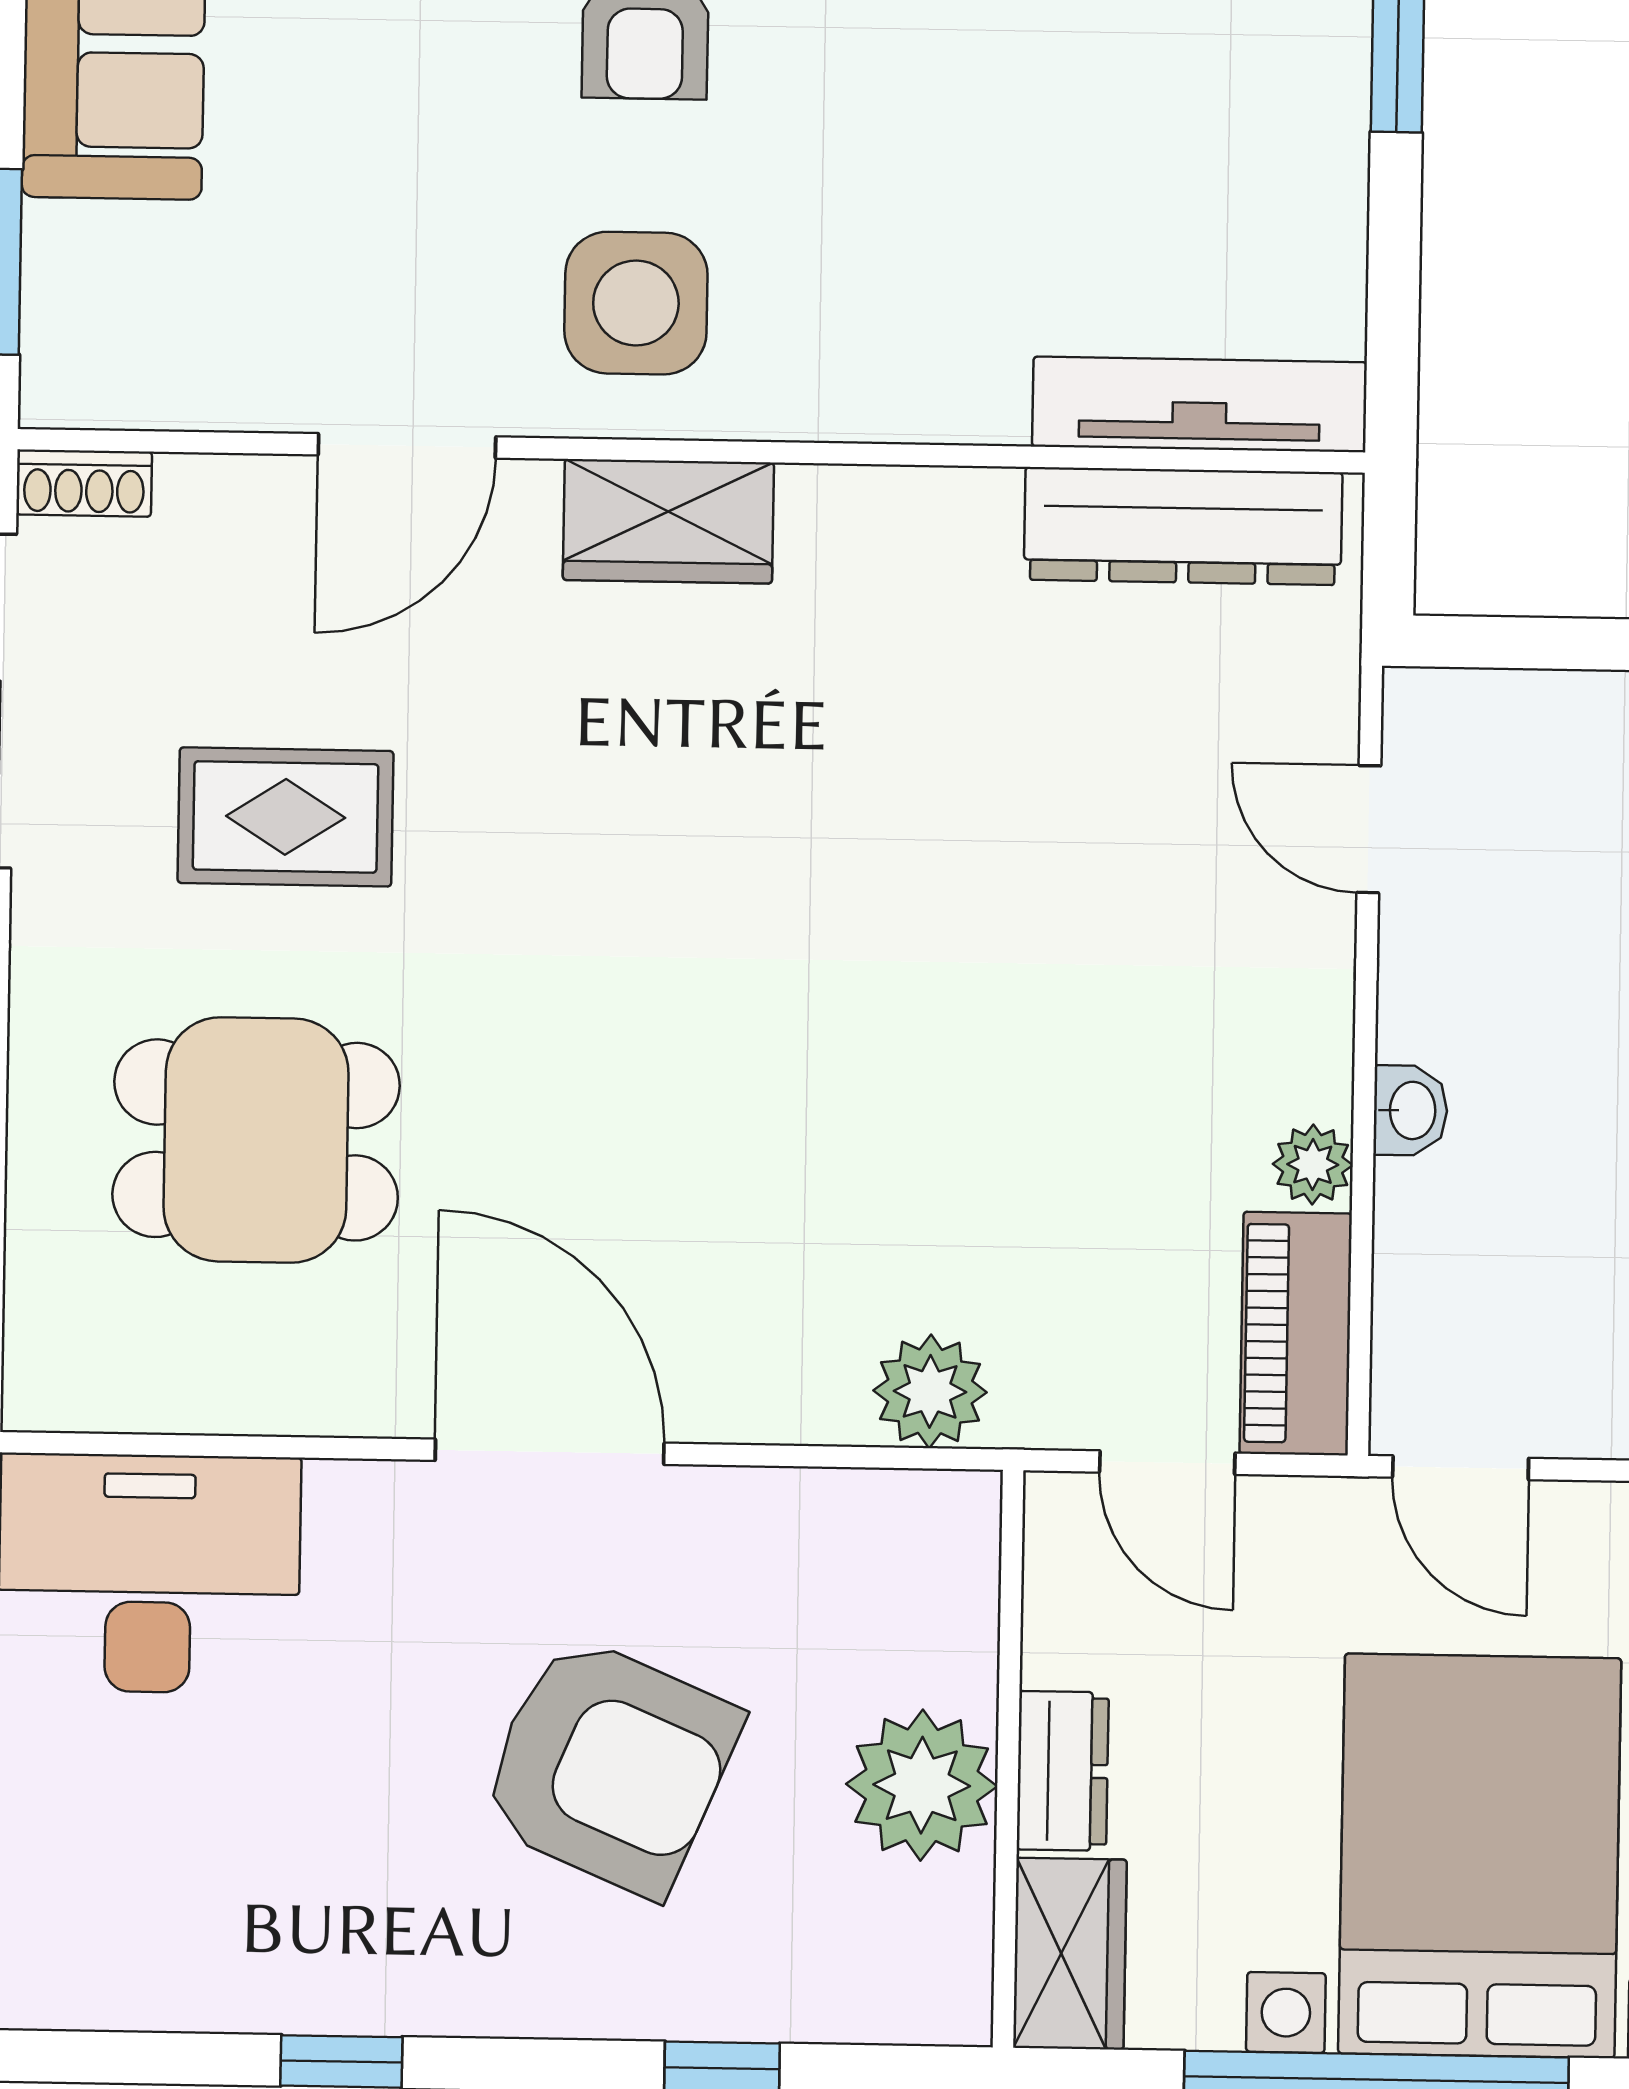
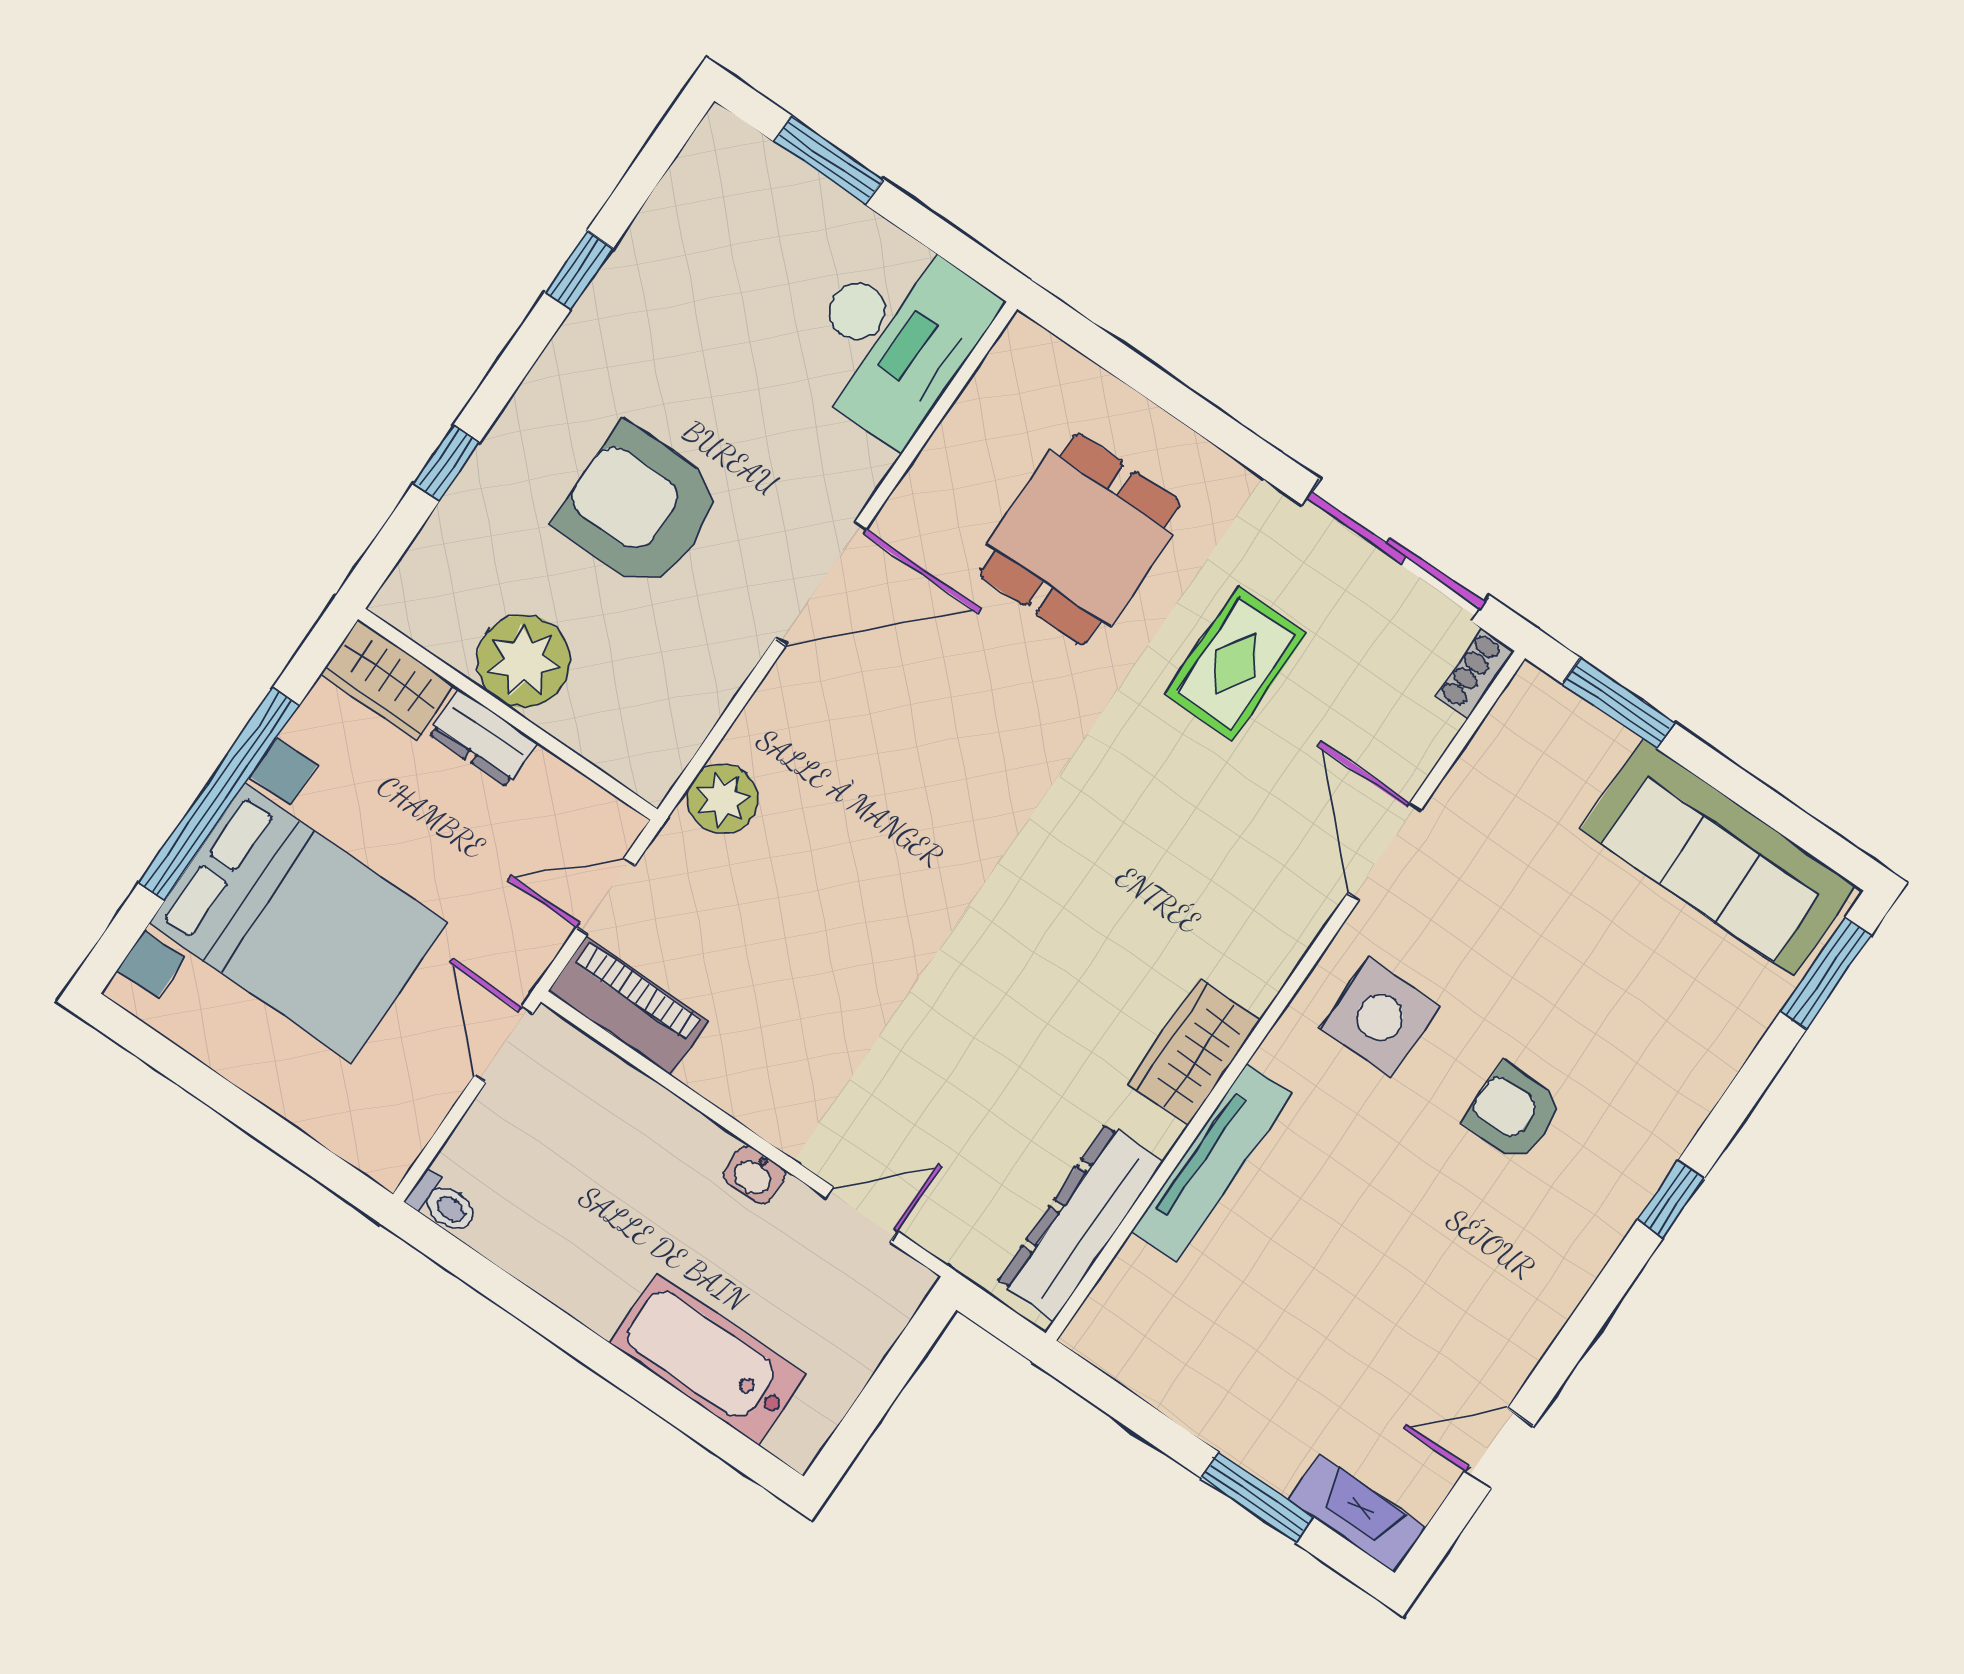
tv unit: (1200, 404) -> (1212, 1163), moved
wardrobe: (668, 521) -> (1194, 1052), moved
washbasin: (1410, 1110) -> (754, 1175), moved
plant: (1313, 1164) -> (709, 1072), removed
door: (1461, 1468) -> (504, 1045), hinge flipped
armchair: (609, 1766) -> (640, 508), turned 67

